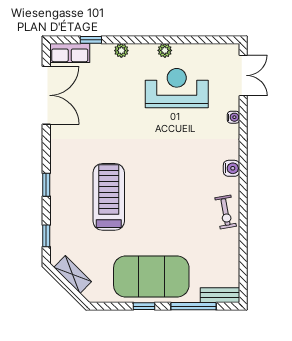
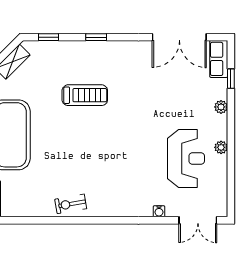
water cooler: (231, 168) -> (111, 209), removed
treadmill: (109, 197) -> (85, 95), width x0.73, depth x0.73

